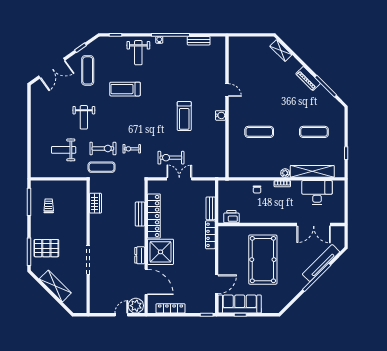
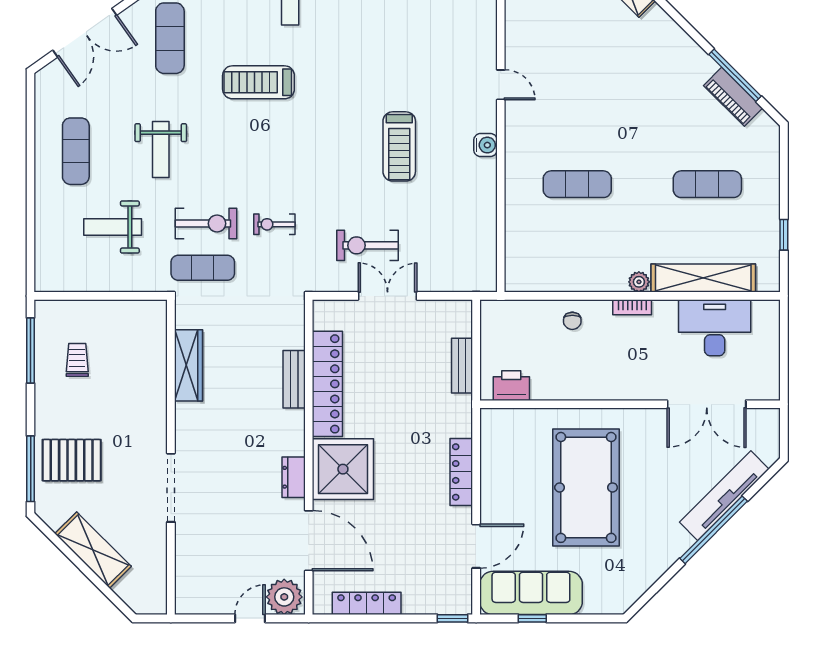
piano: (308, 79) -> (733, 97), moved
exercise mat: (48, 118) -> (76, 151), added
wardrobe: (95, 203) -> (188, 365), width x1.50
locker: (210, 235) -> (461, 472), moved

